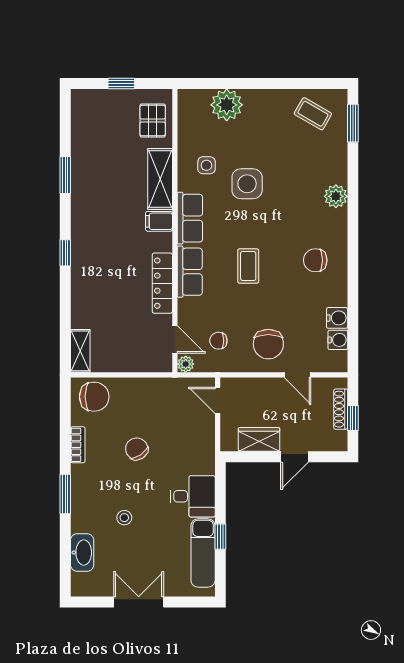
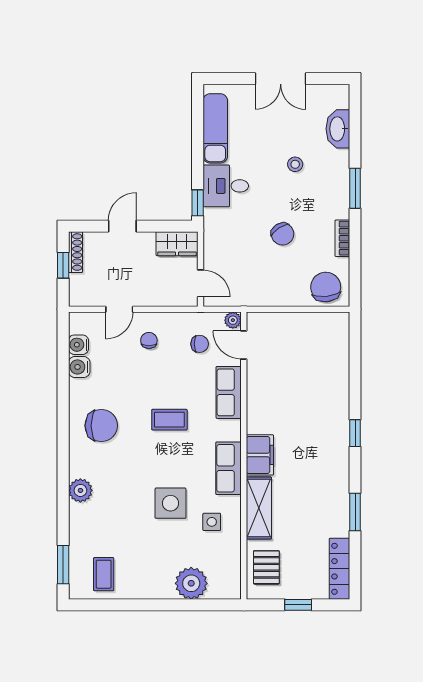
coffee table: (313, 114) -> (104, 574), turned 60
filing cabinet: (159, 221) -> (260, 455), width x2.00
chair: (315, 260) -> (101, 426), width x1.37, depth x1.37
coffee table: (248, 266) -> (169, 420), turned 90
row of seats: (190, 272) -> (229, 392), moved
locker: (162, 283) -> (339, 569), moved, turned 180
chair: (268, 344) -> (149, 340), width x0.54, depth x0.54
shelving: (80, 351) -> (340, 334), removed
door: (298, 375) -> (119, 309), swing flipped
chair: (94, 397) -> (326, 287), turned 84
shoe rack: (341, 409) -> (76, 252), moved
wardrobe: (259, 439) -> (177, 244), moved
window: (220, 537) -> (198, 203), moved

